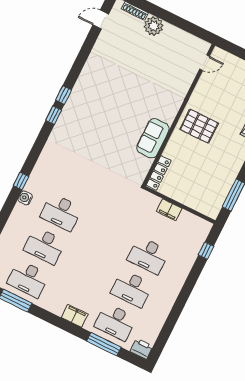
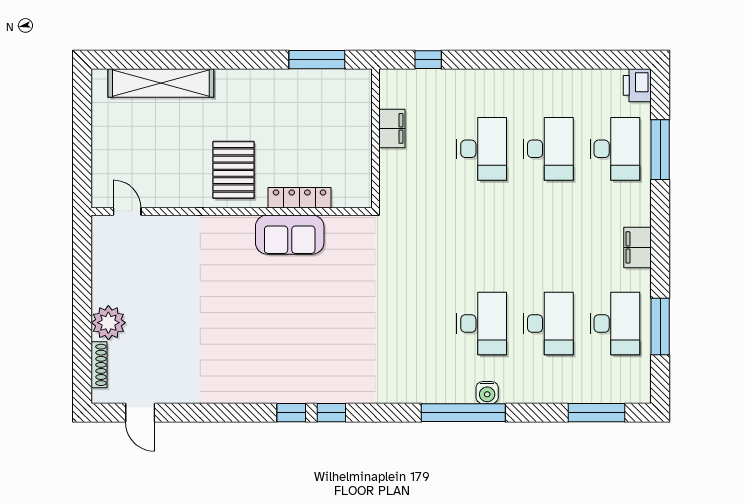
locker: (159, 173) -> (300, 198), moved
window: (21, 181) -> (463, 413), width x3.17
filing cabinet: (169, 210) -> (392, 128), moved
filing cabinet: (75, 316) -> (637, 247), moved

